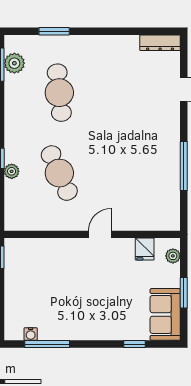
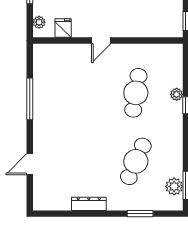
dresser: (160, 43) -> (89, 204), moved
cafe table: (59, 93) -> (136, 161), turned 30
cafe table: (59, 173) -> (136, 93), turned 33

